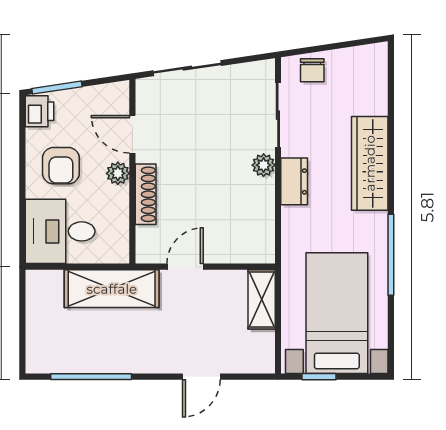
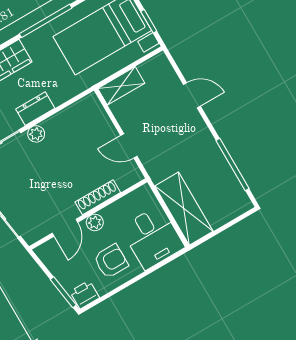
shelving: (112, 289) -> (184, 209), moved

